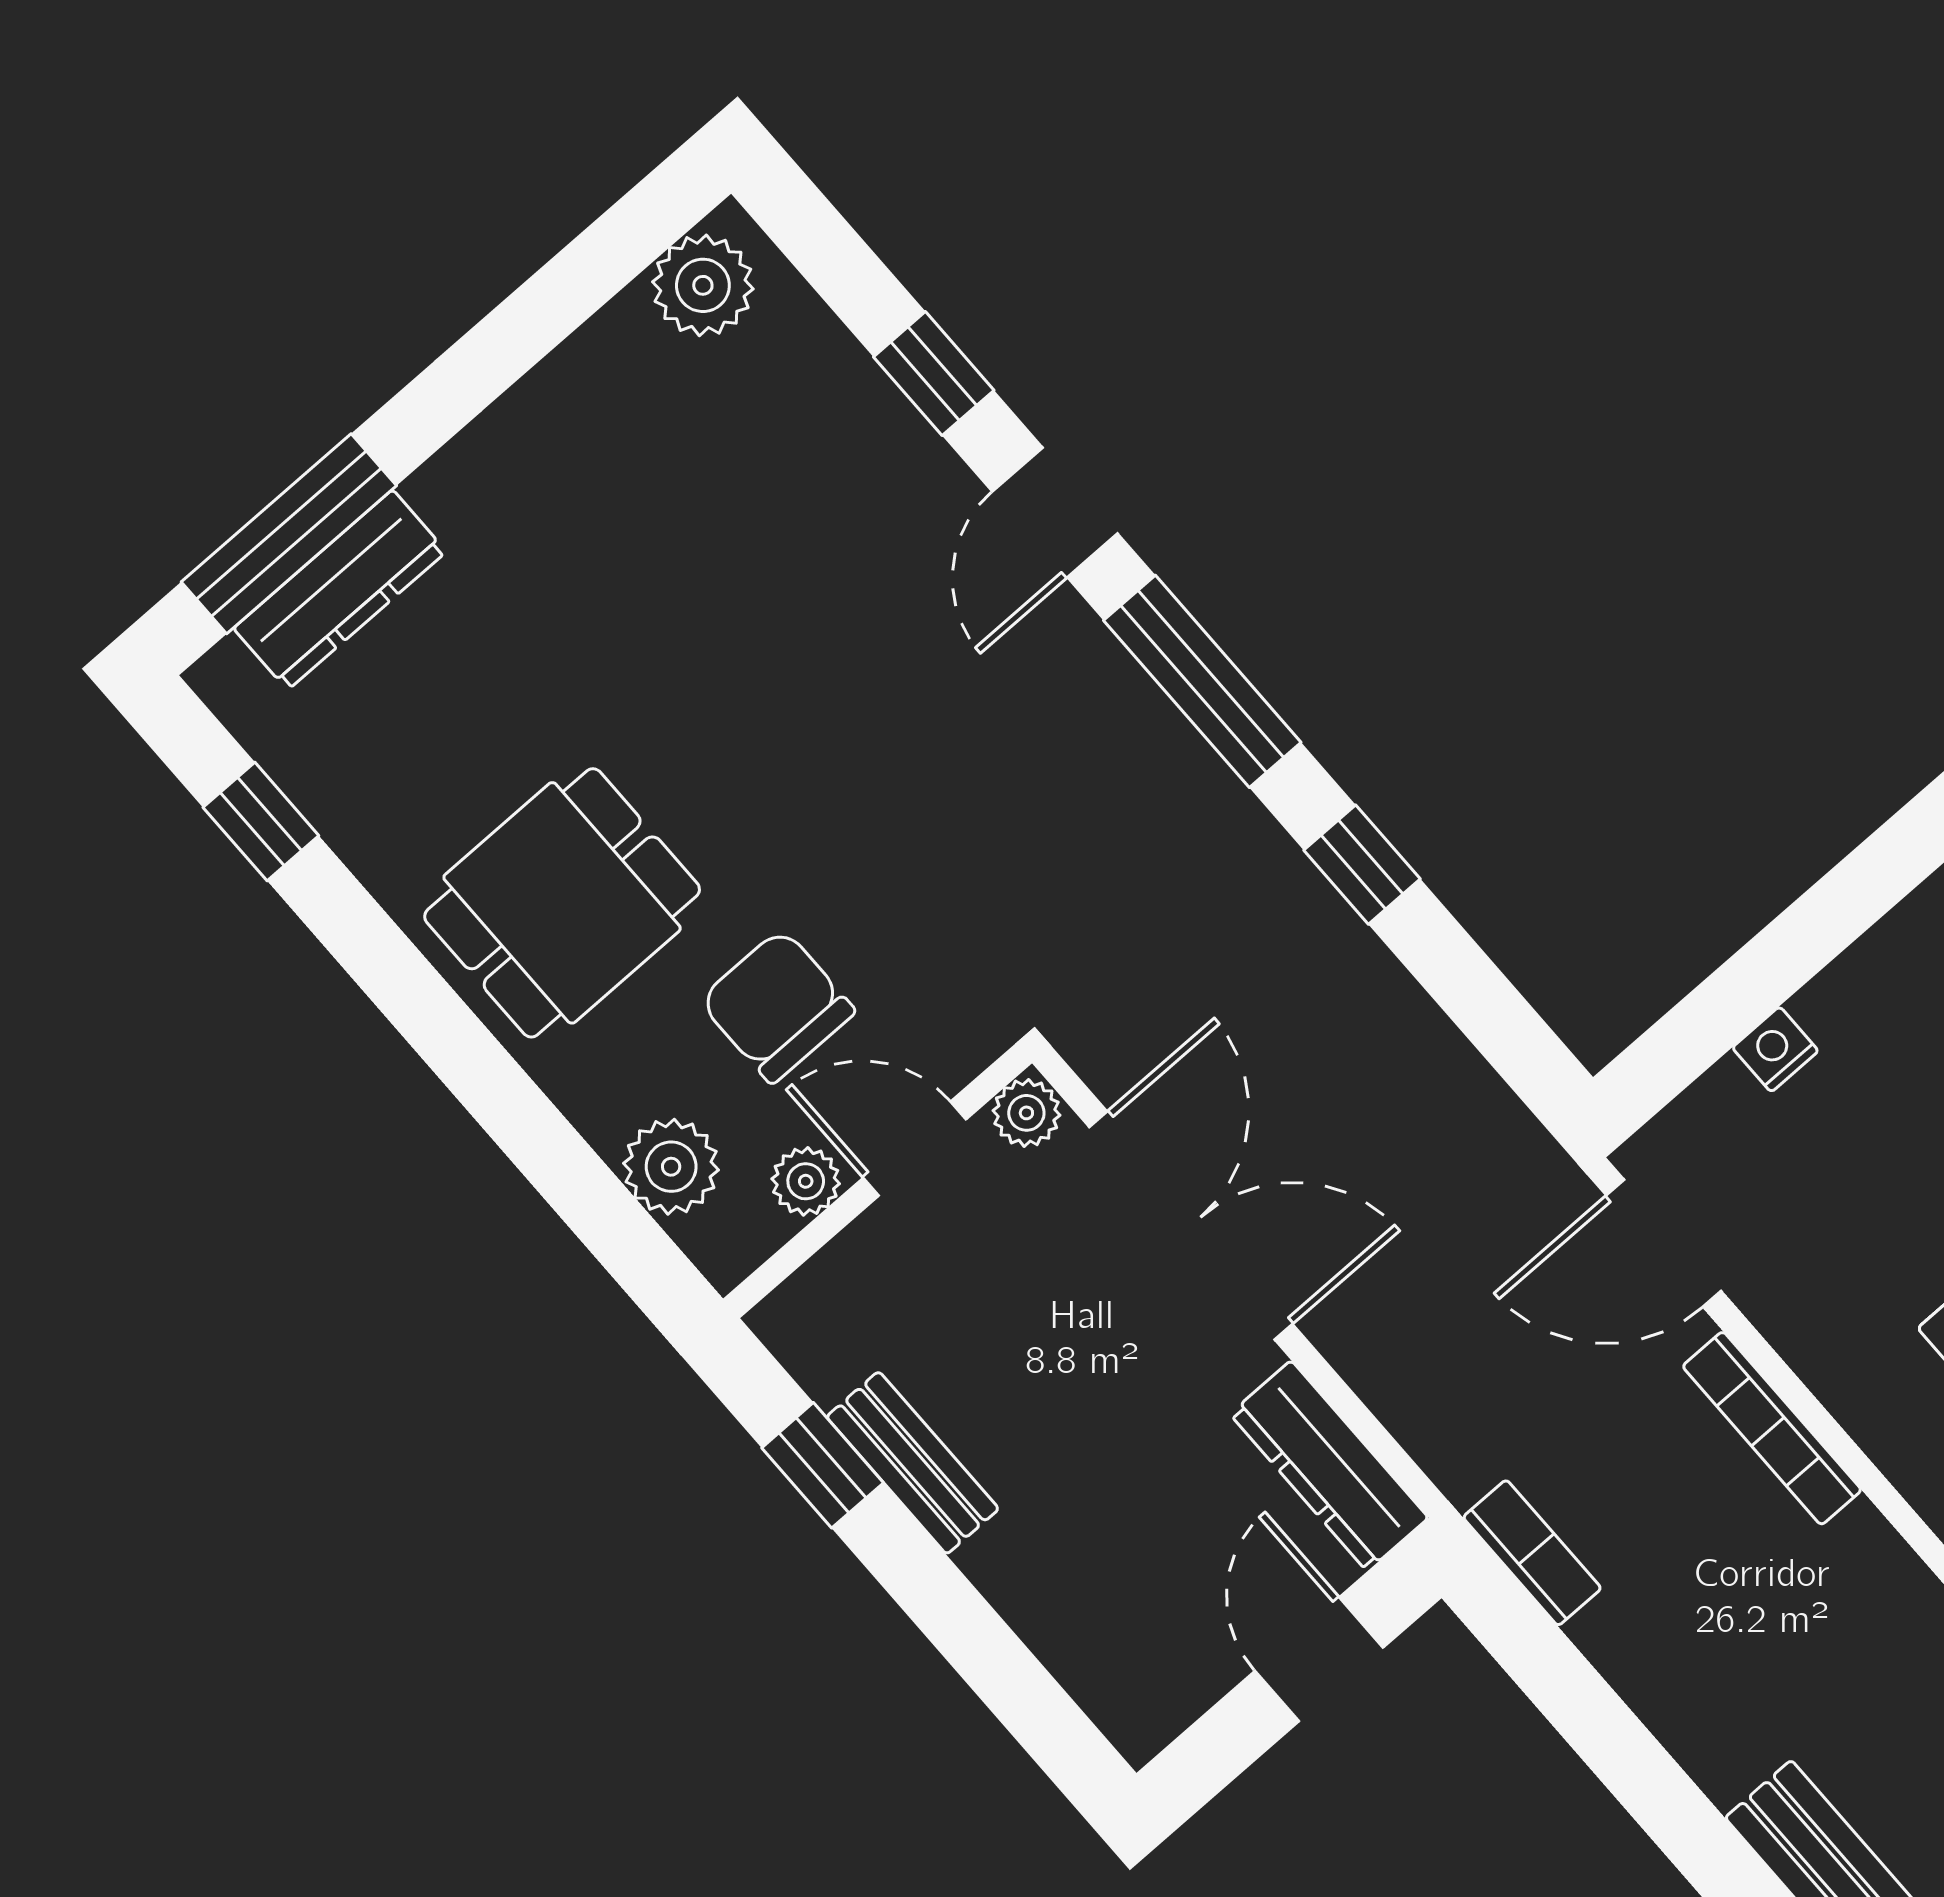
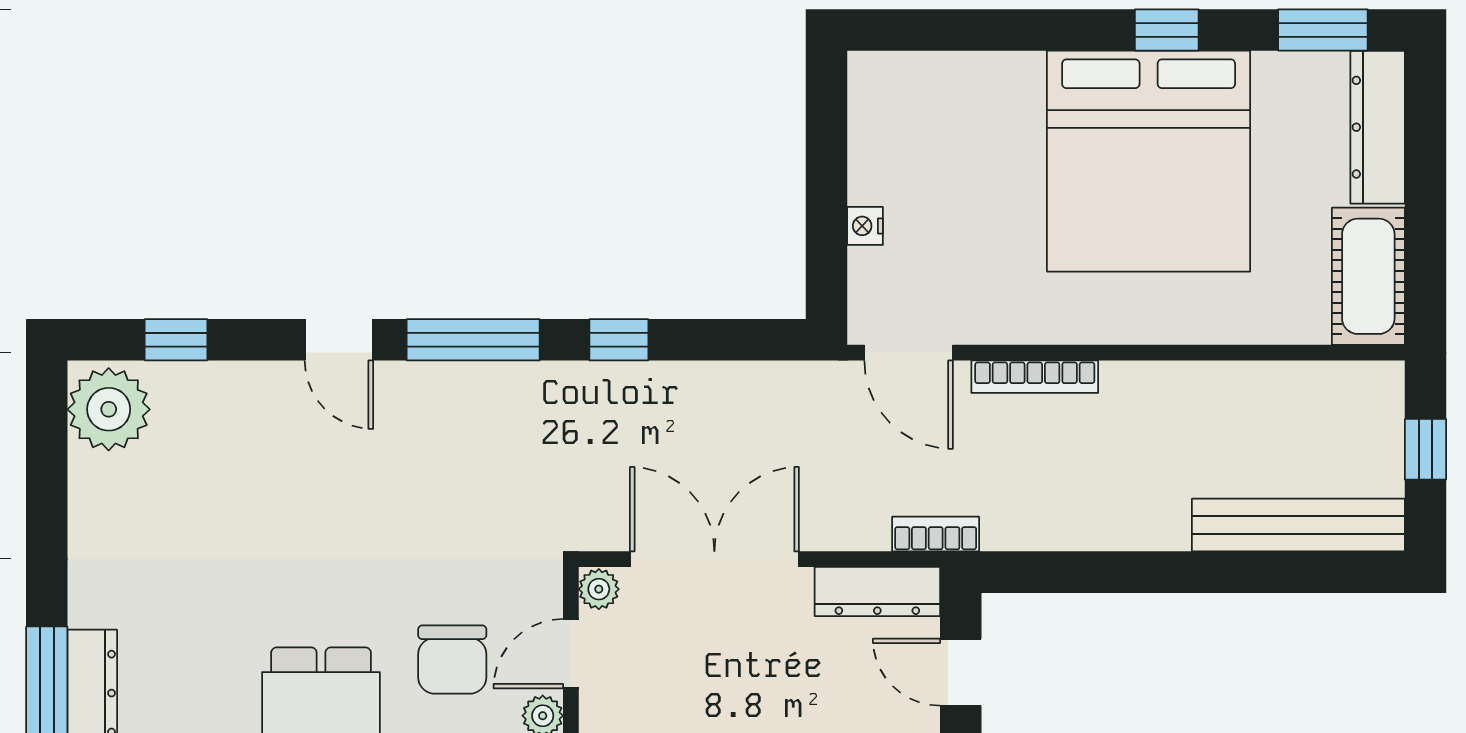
plant: (703, 285) -> (109, 409), width x1.36, depth x1.36
window: (934, 374) -> (176, 340), moved
chair: (777, 1006) -> (452, 660), turned -90
door: (1664, 1243) -> (909, 353), hinge flipped
bookcase: (1532, 1553) -> (936, 534), moved

